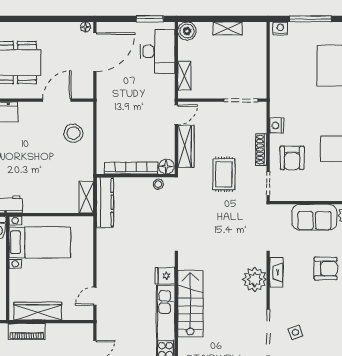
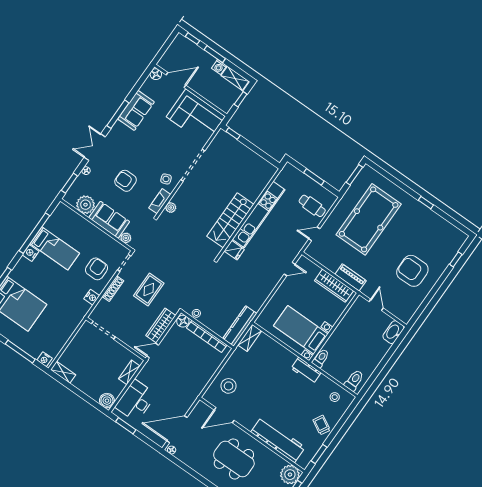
shelving: (228, 28) -> (63, 372), moved
plant: (284, 211) -> (126, 238), added
plant: (255, 279) -> (171, 208), width x0.53, depth x0.53
side table: (295, 332) -> (166, 179), moved

